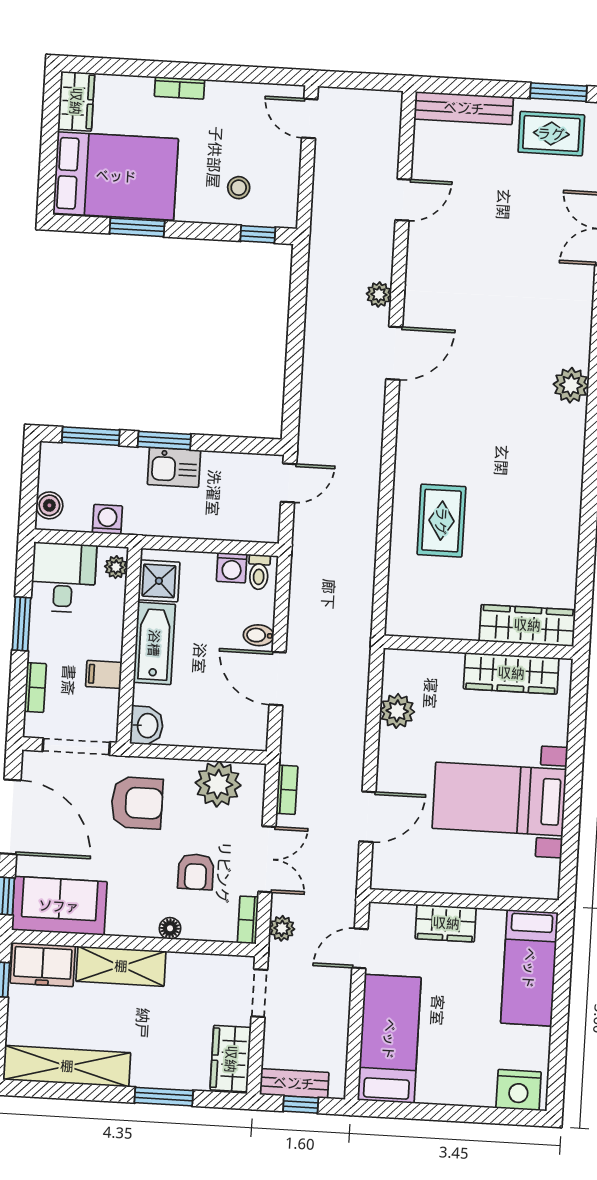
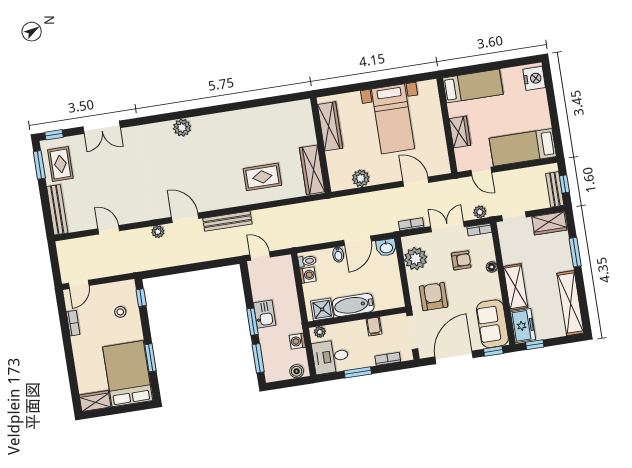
bookcase: (179, 88) -> (73, 323), moved
bench: (370, 434) -> (227, 221), added
wardrobe: (527, 625) -> (312, 170), moved
washbasin: (147, 726) -> (386, 247), moved, turned 180

